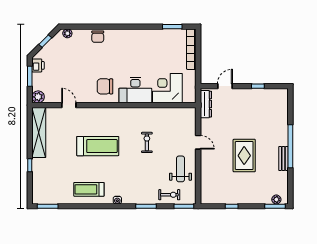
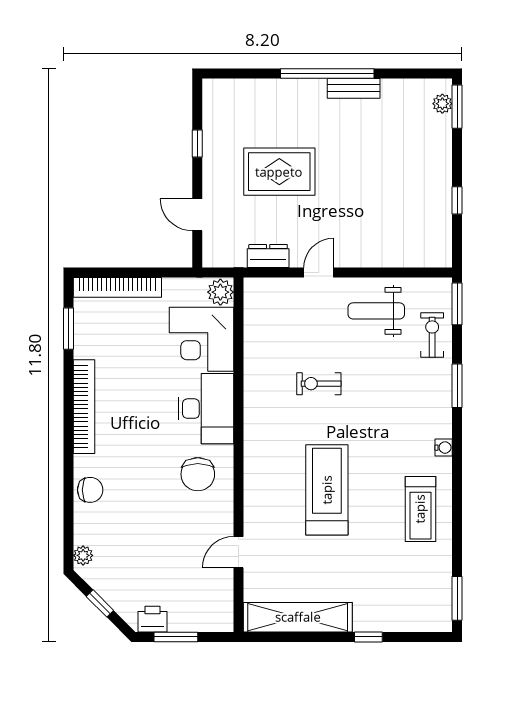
bookcase: (136, 34) -> (84, 407), added
plant: (38, 97) -> (220, 292), moved
dresser: (206, 104) -> (268, 256), moved, width x0.70
rug: (244, 156) -> (279, 172), moved

